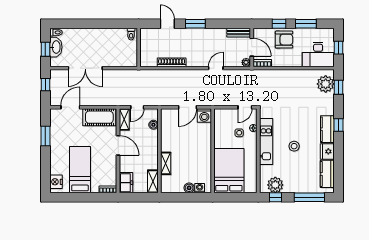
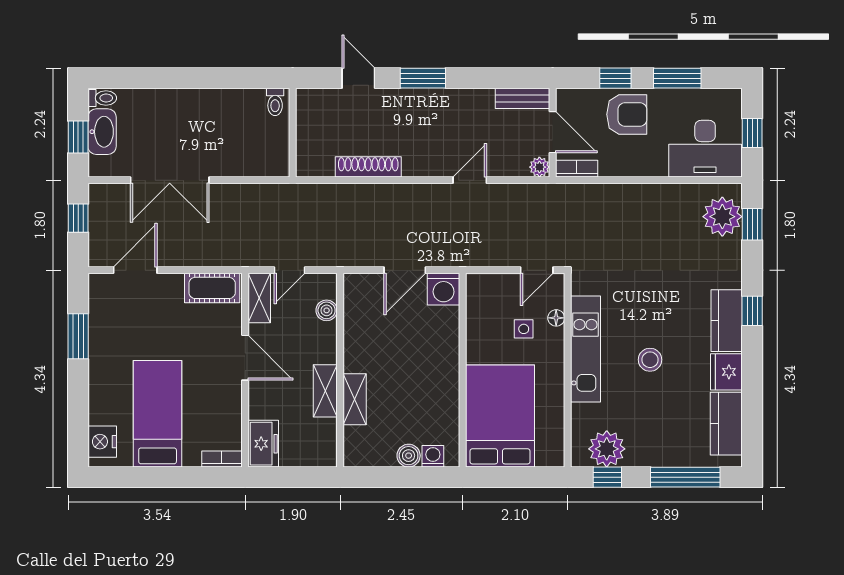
cot: (99, 117) -> (212, 288), width x0.73, depth x0.75
shelving: (153, 181) -> (325, 391), moved

